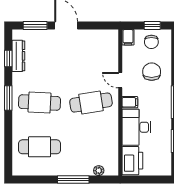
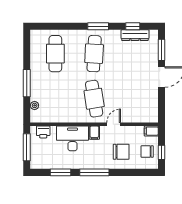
printer: (132, 161) -> (43, 132), width x0.53, depth x0.68
window: (147, 180) -> (27, 147), added

